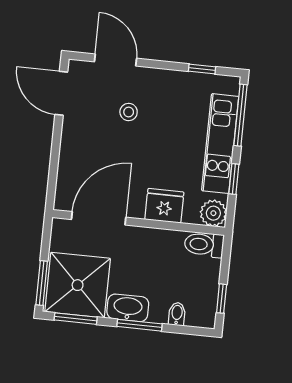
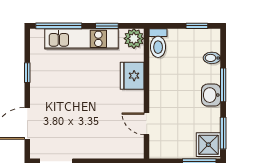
window: (202, 69) -> (27, 73), moved
stool: (129, 112) -> (65, 110), removed
door: (99, 218) -> (147, 124), width x0.53
shower: (78, 285) -> (208, 145), width x0.54, depth x0.54
washbasin: (128, 308) -> (211, 95), width x0.72

